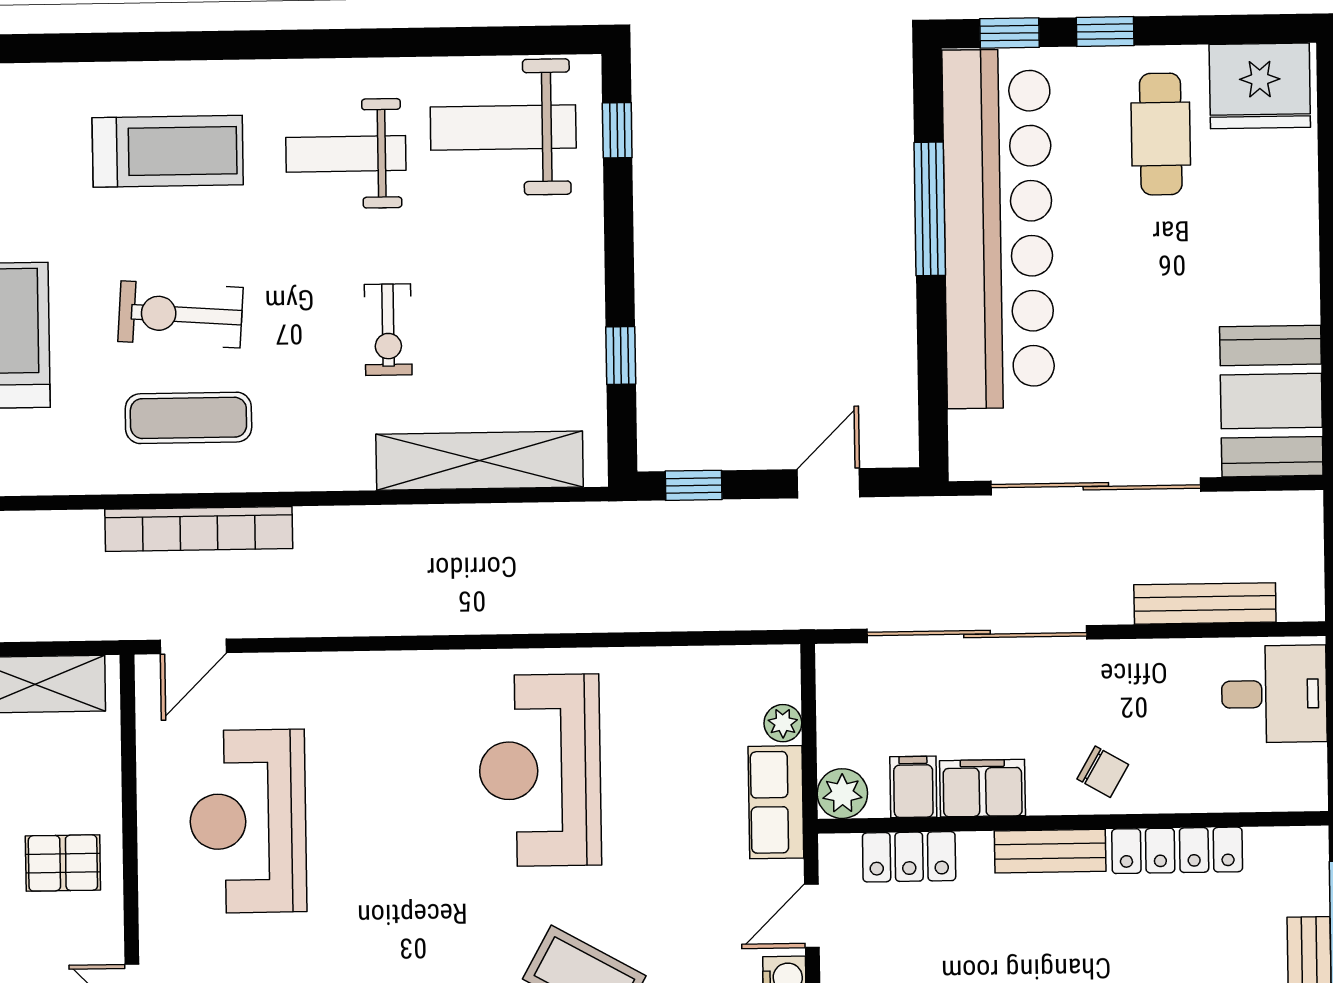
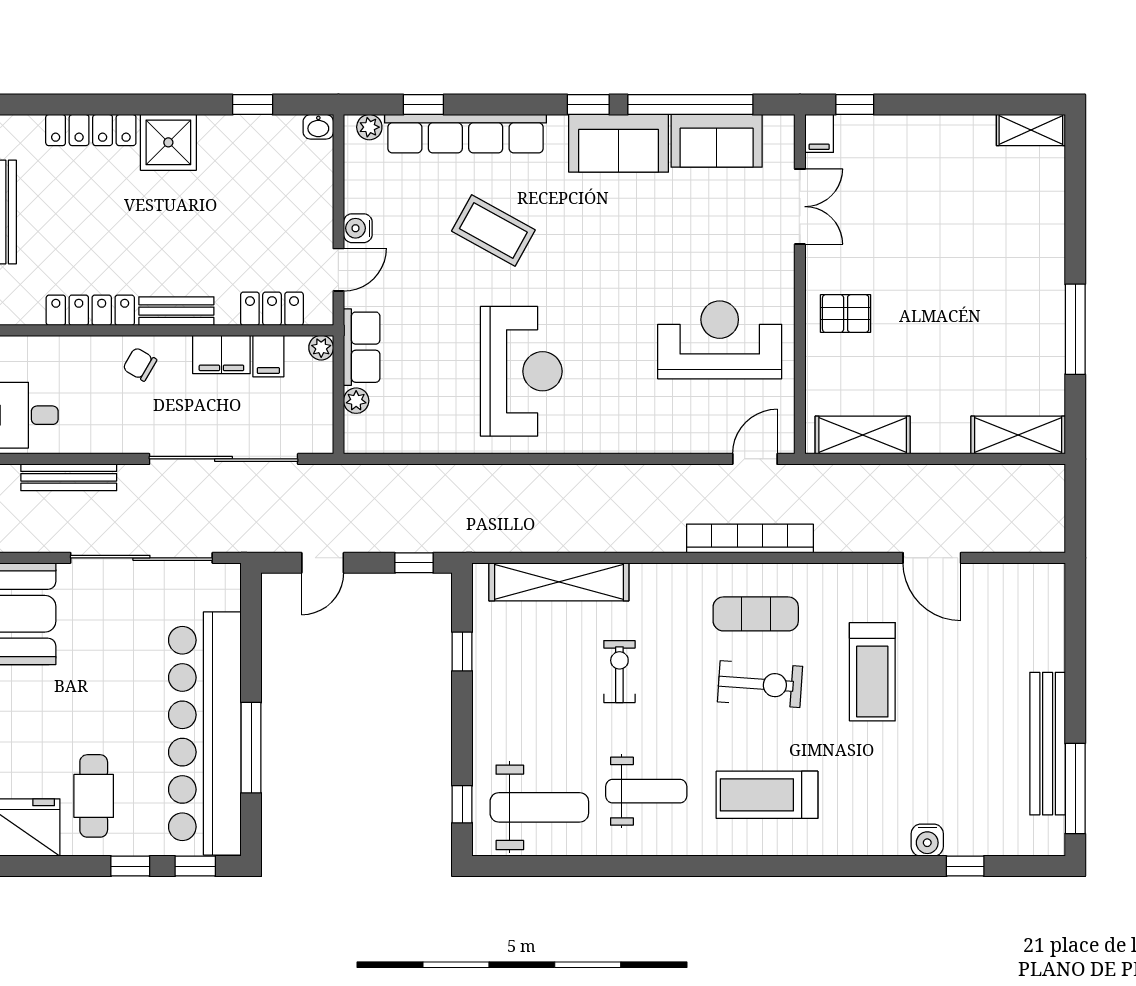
plant: (842, 794) -> (321, 348), width x0.73, depth x0.73
reception desk: (248, 821) -> (720, 340), turned -90

